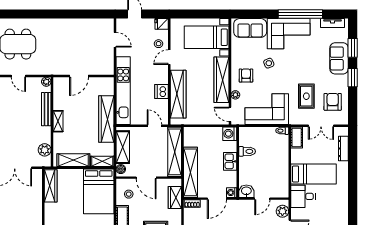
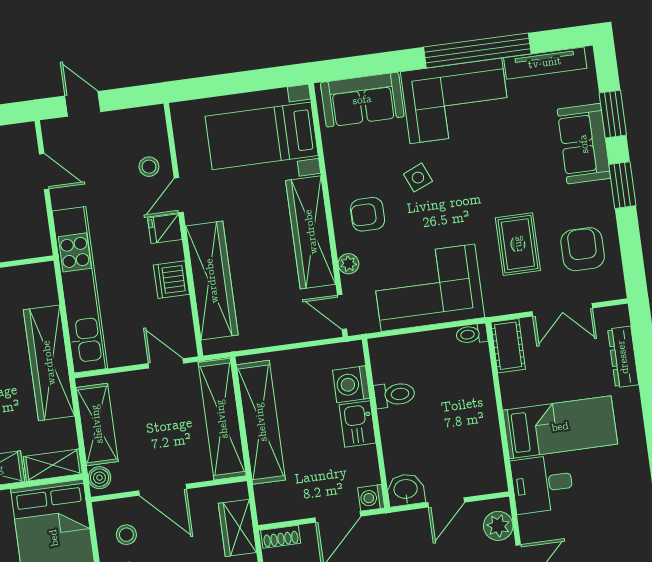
tv unit: (333, 23) -> (545, 63), width x1.41
fridge: (162, 24) -> (165, 229), moved
armchair: (246, 75) -> (368, 214), turned -90
washing machine: (230, 134) -> (351, 384), moved
shelving: (190, 172) -> (261, 422), moved

